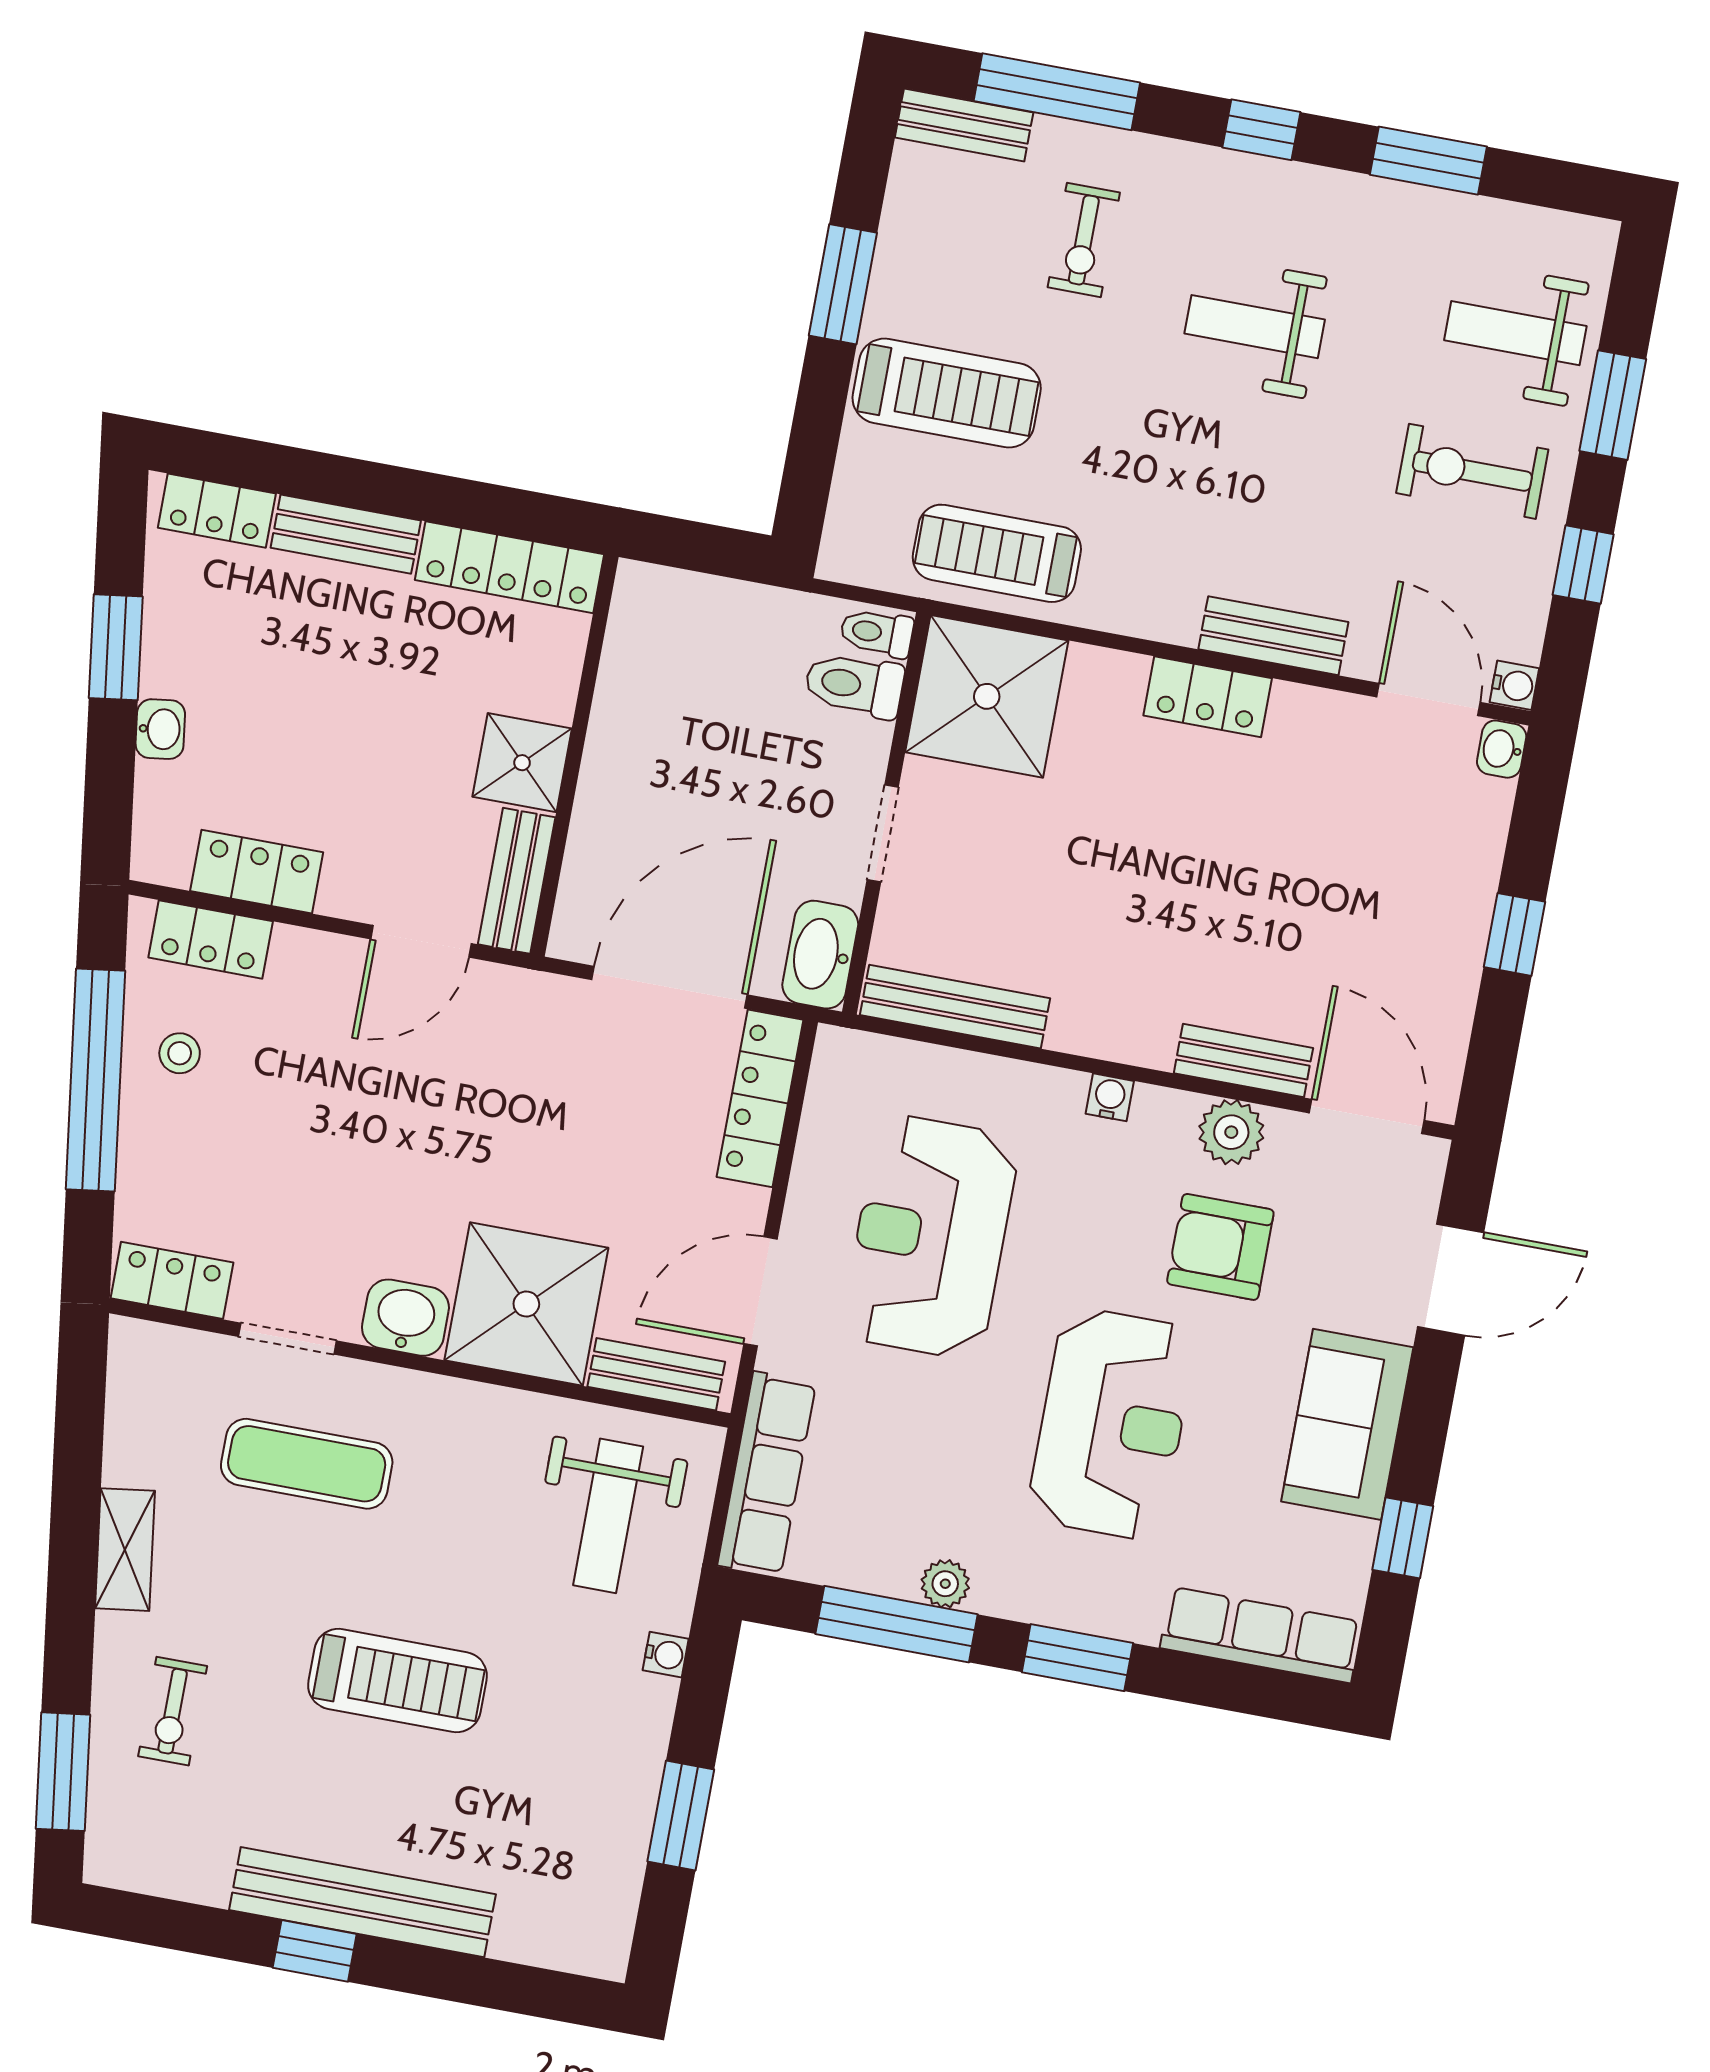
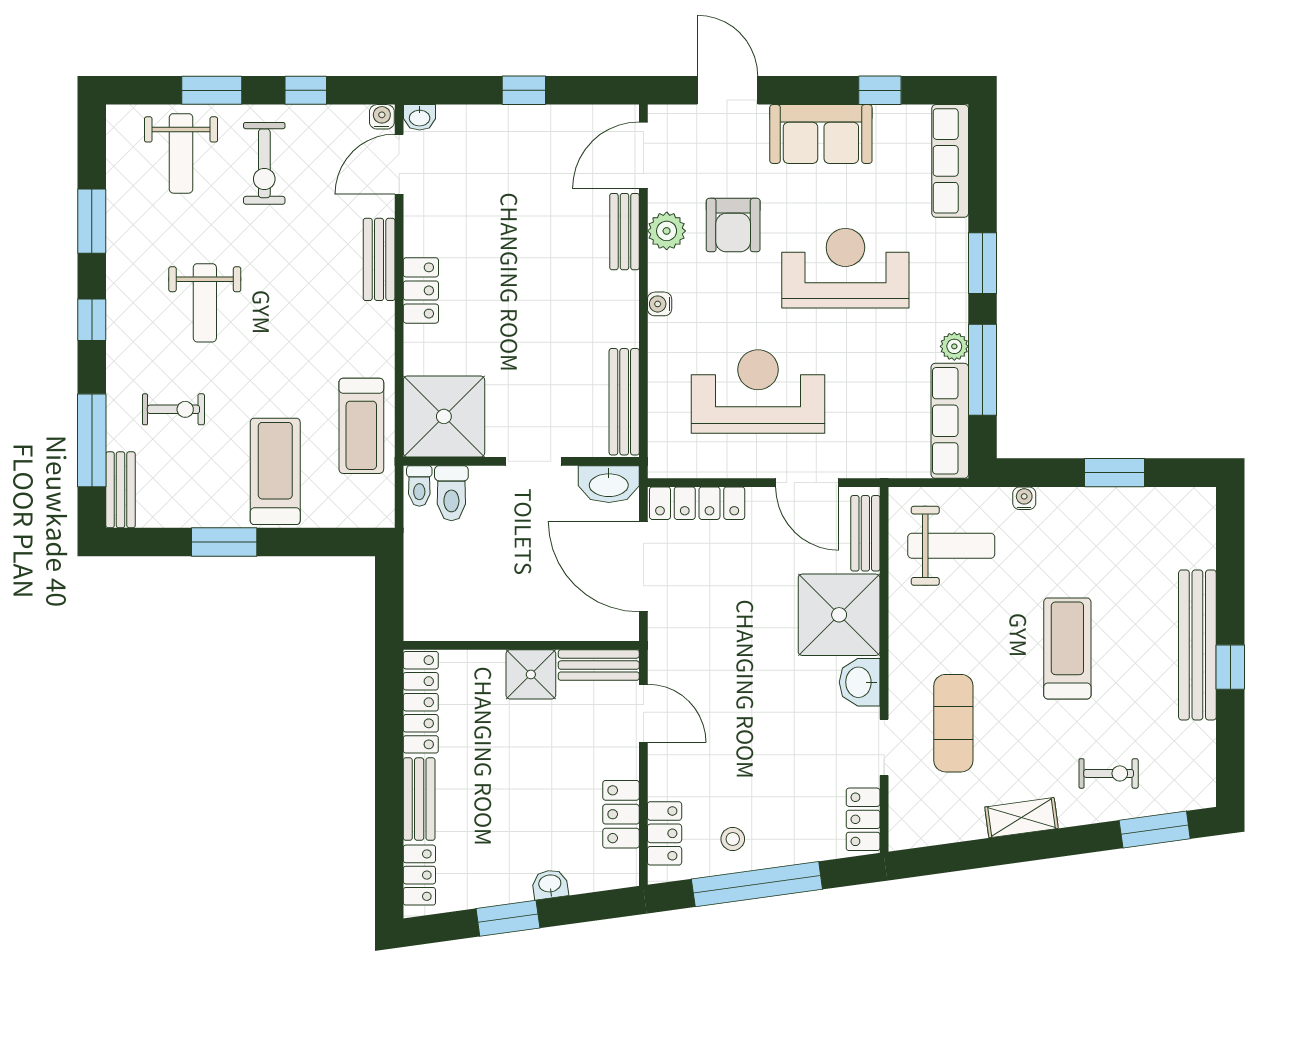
reception desk: (930, 1237) -> (758, 392), turned 180
row of seats: (767, 1474) -> (950, 421), moved, turned -90

